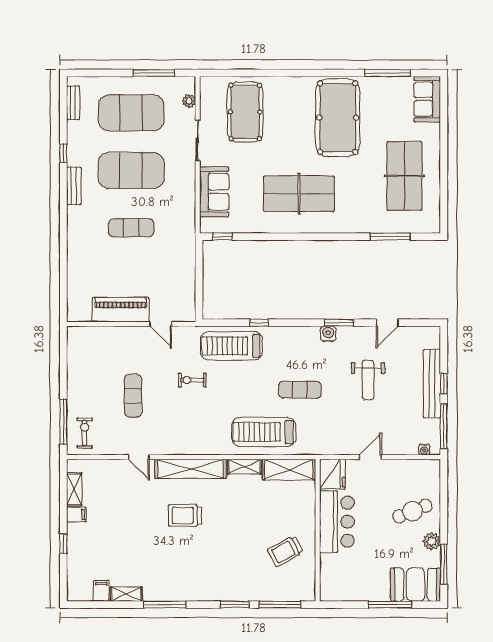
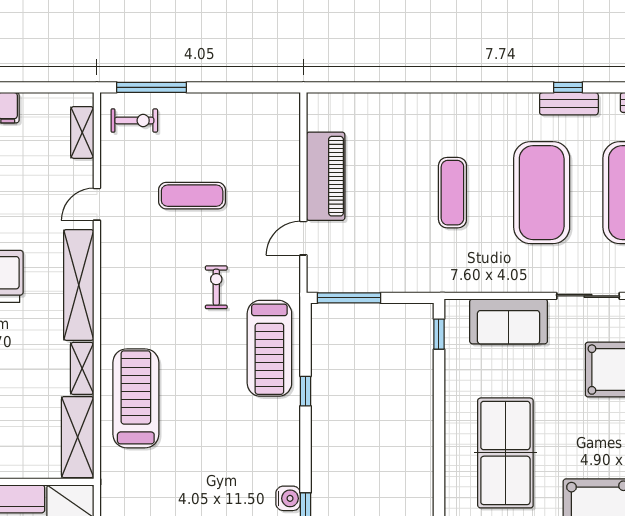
bench: (74, 186) -> (569, 104), moved
window: (199, 295) -> (349, 298), added
treadmill: (231, 346) -> (269, 348), turned 180
exercise mat: (300, 390) -> (201, 454), removed
shelving: (74, 489) -> (82, 132), moved, turned 90

